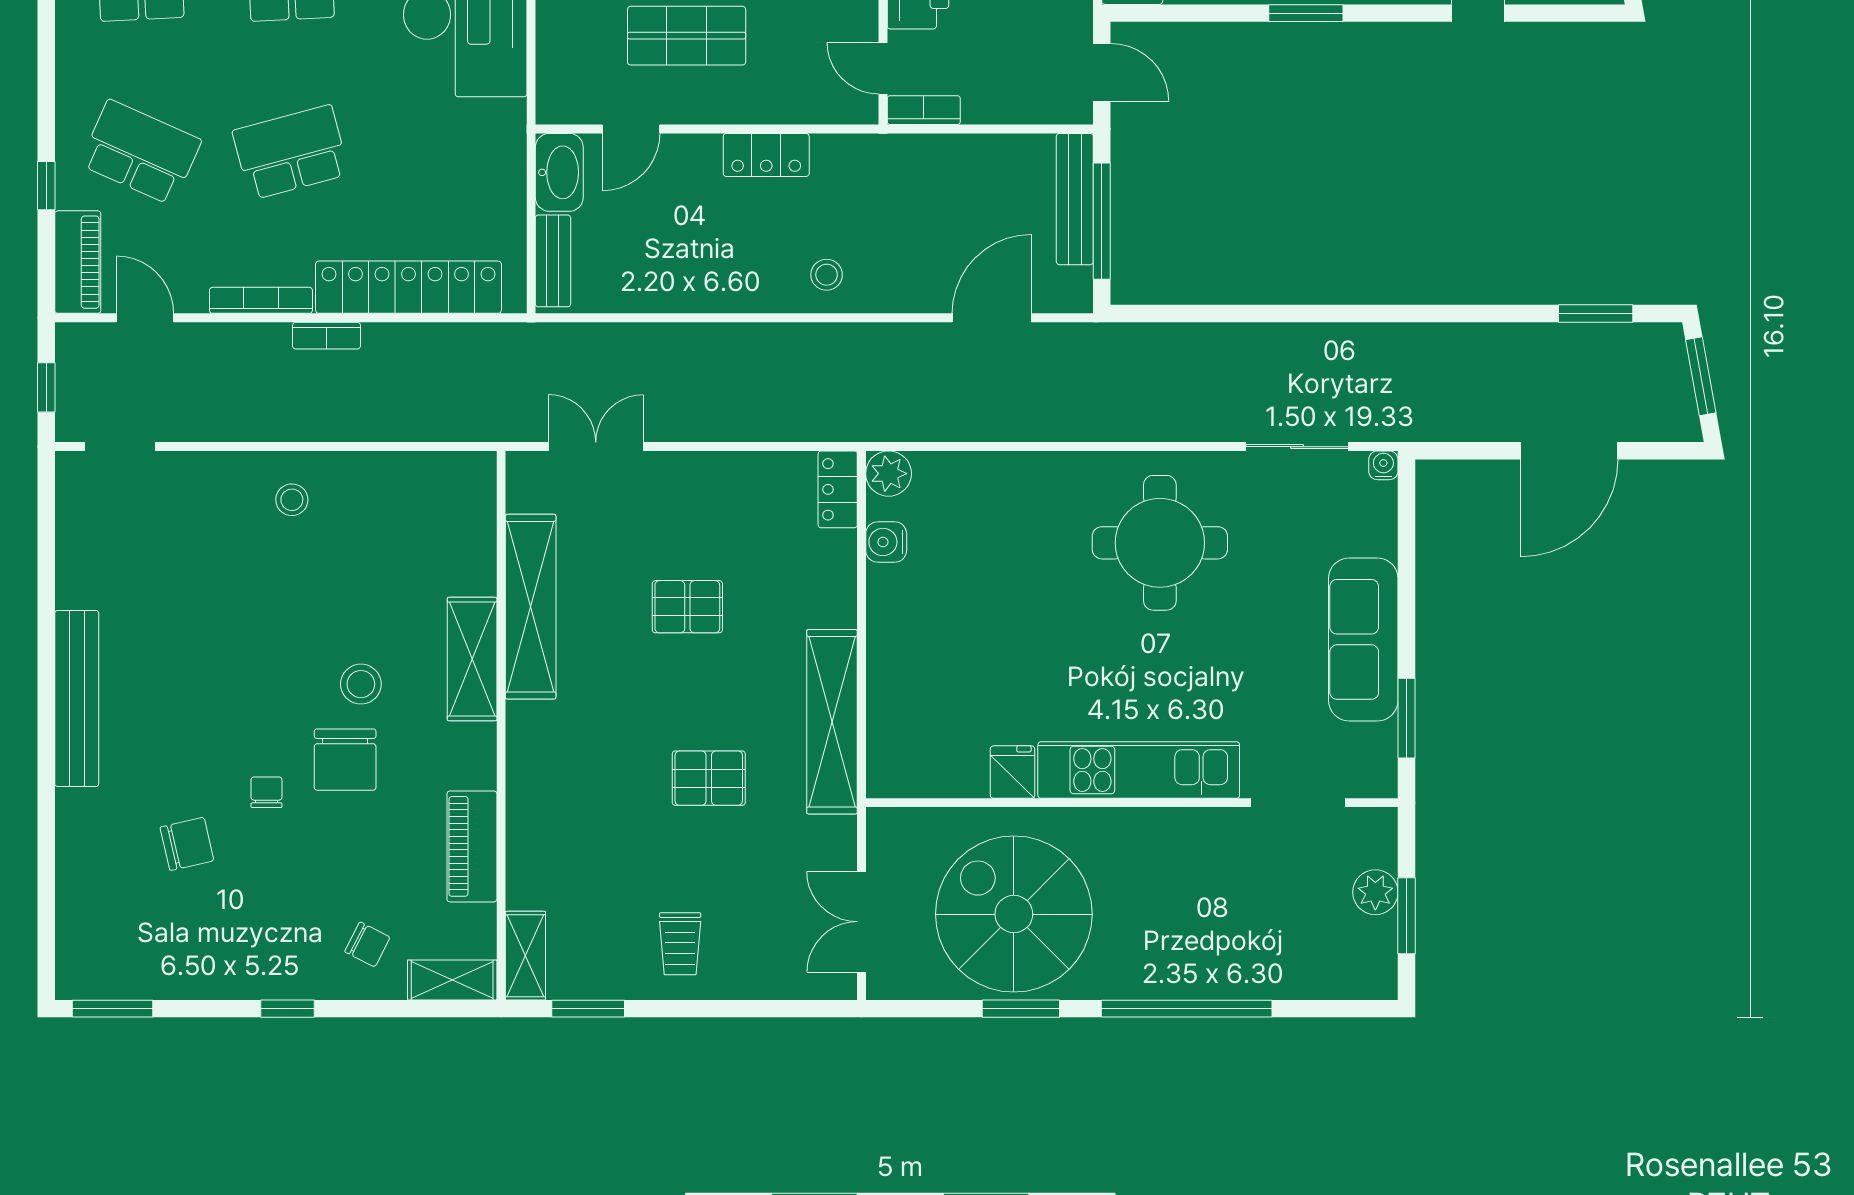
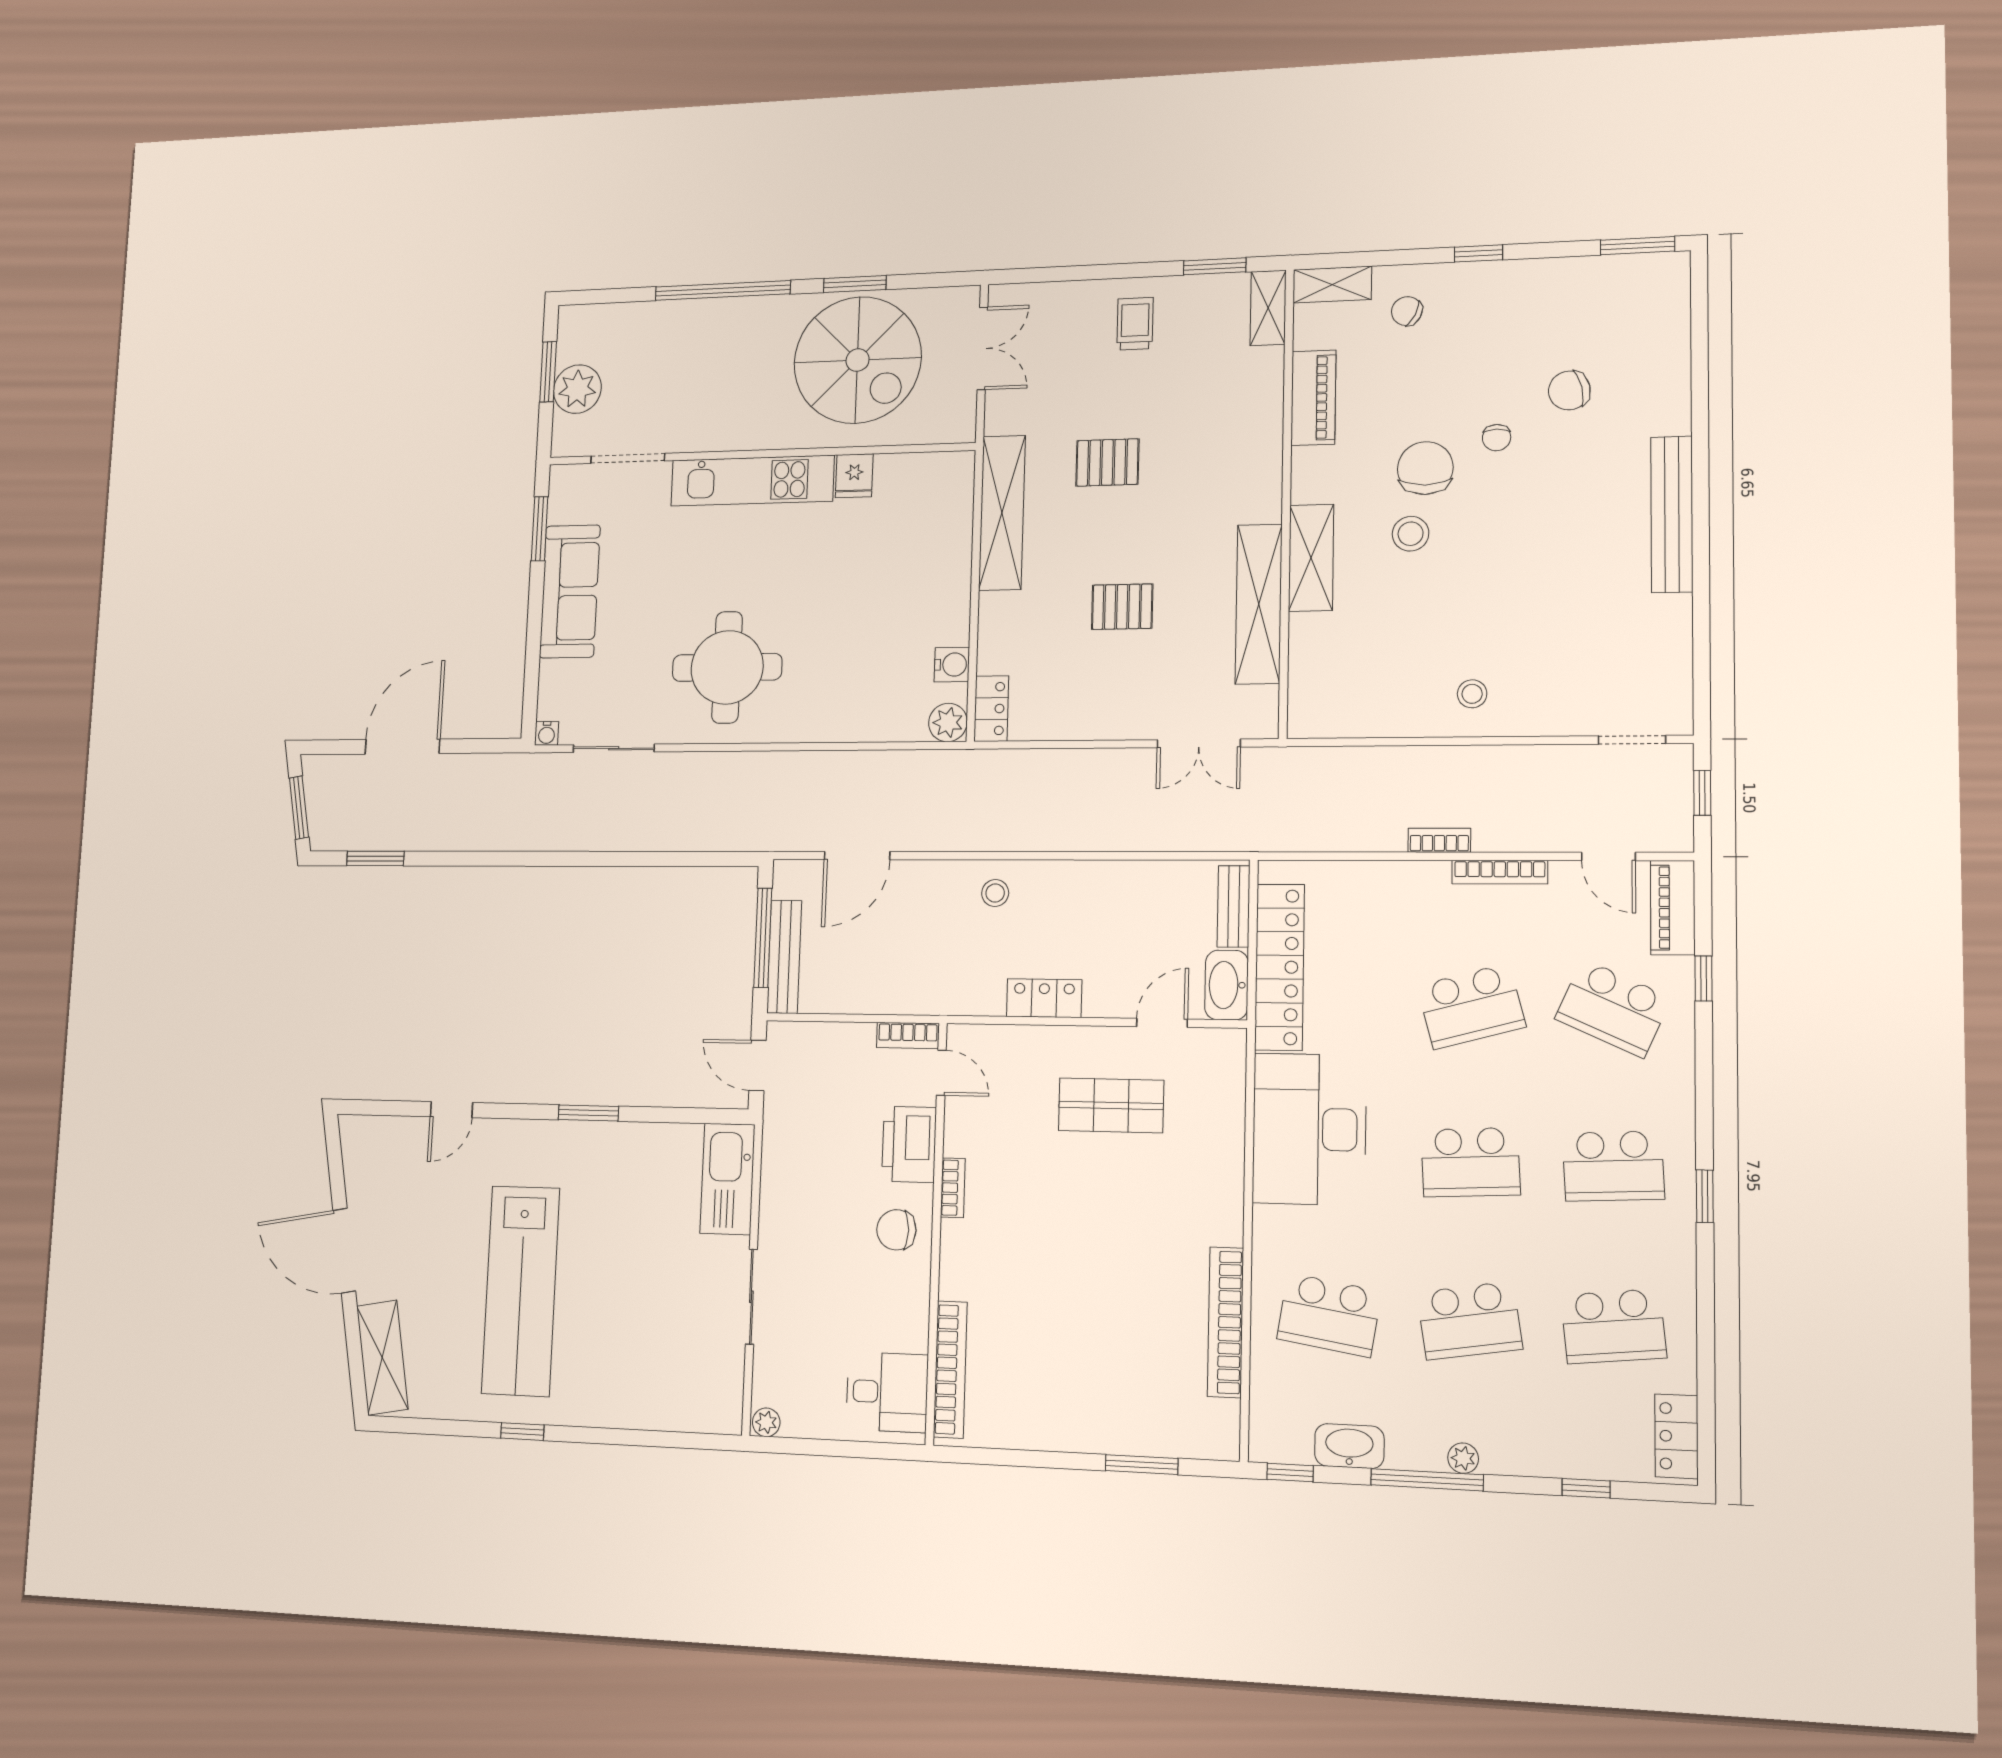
locker: (408, 287) -> (1280, 967), moved, turned -90
plant: (1375, 892) -> (577, 389), width x1.36, depth x1.36

